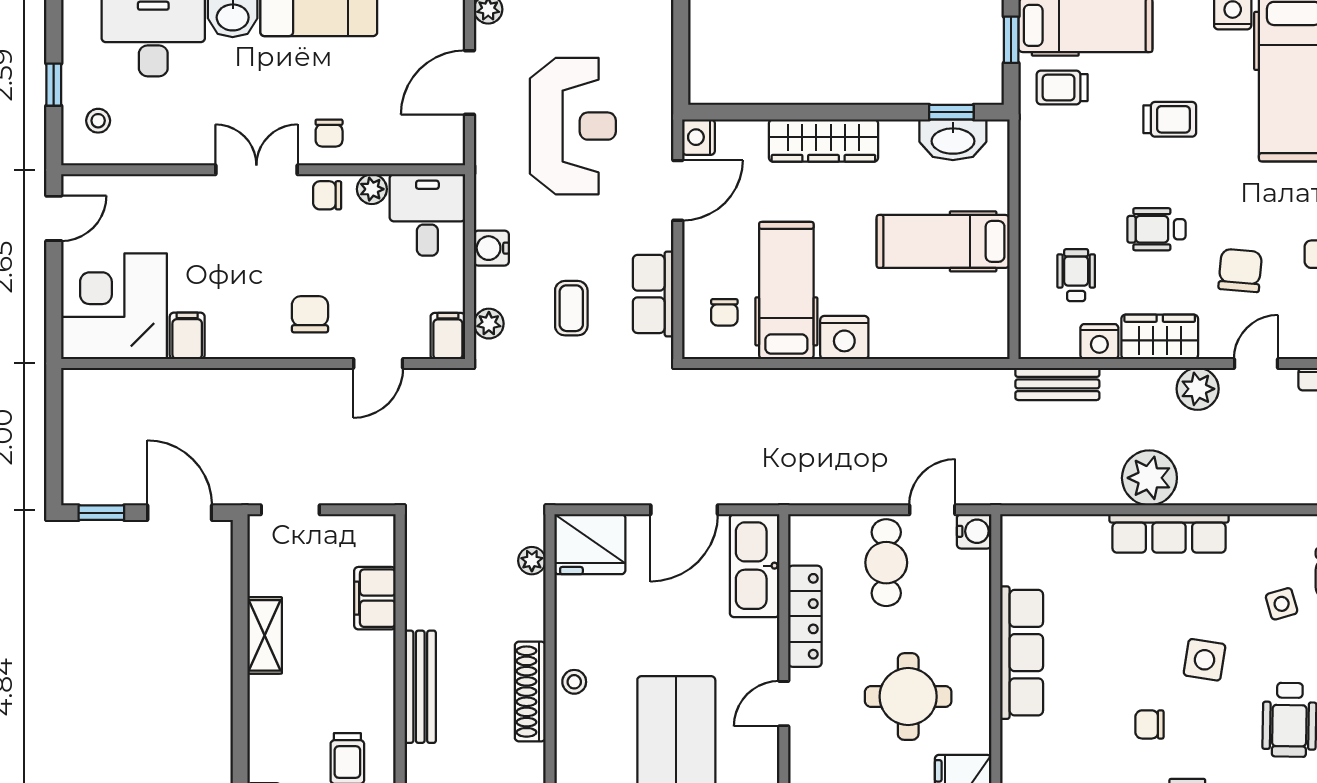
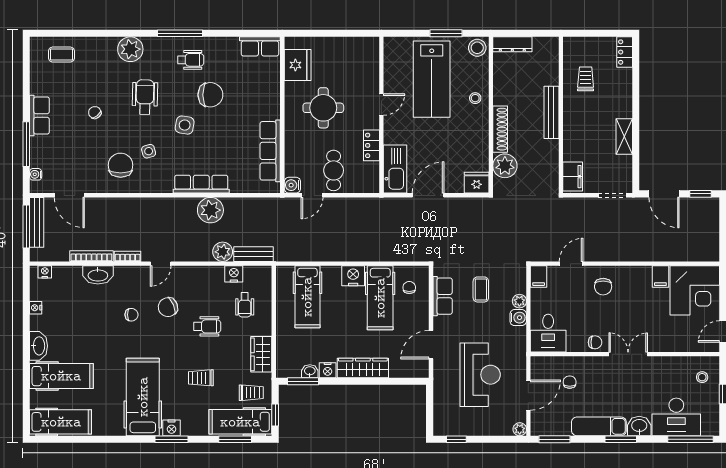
window: (951, 112) -> (303, 381), width x1.50
reception desk: (573, 126) -> (480, 375), turned 180
chair: (329, 133) -> (570, 382), moved
nightstand: (699, 137) -> (328, 370), moved, turned 90
washbasin: (953, 140) -> (310, 371), width x0.52, depth x0.69
double door: (256, 170) -> (628, 354), swing flipped
plant: (372, 189) -> (574, 345), removed
hospital bed: (943, 241) -> (307, 297), moved, turned 90
chair: (1240, 270) -> (168, 307), turned 62
plant: (489, 324) -> (519, 301), moved
wardrobe: (1160, 337) -> (261, 354), moved, turned 90
plant: (1198, 389) -> (223, 252), moved
fridge: (590, 544) -> (477, 183), width x0.73, depth x0.75
plant: (532, 561) -> (505, 166), width x1.88, depth x1.88
filing cabinet: (375, 598) -> (573, 177), moved
locker: (805, 616) -> (372, 145), width x0.66
row of seats: (1022, 653) -> (270, 151), moved
stool: (574, 682) -> (475, 98), moved
shoe rack: (530, 692) -> (500, 129), moved
chair: (1149, 724) -> (210, 95), width x1.87, depth x1.87

